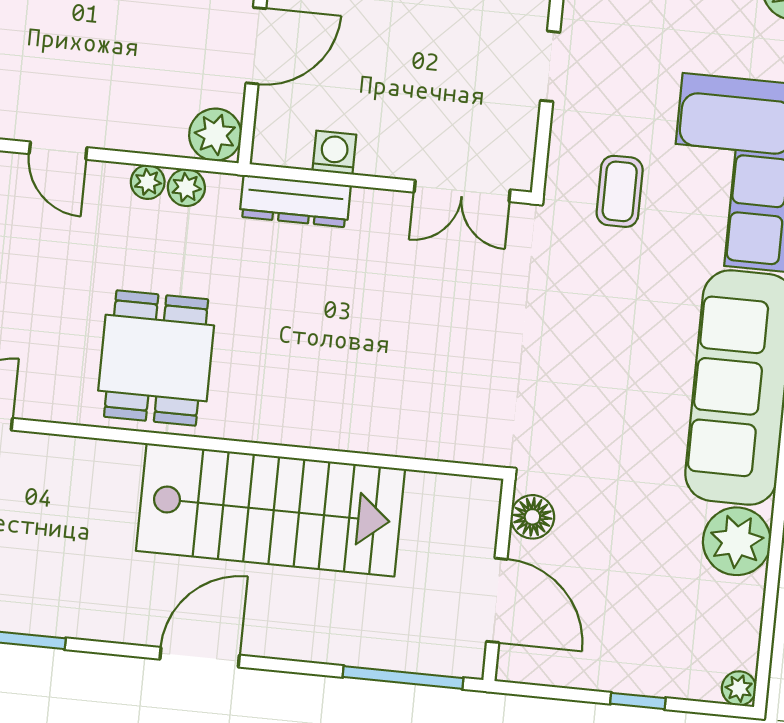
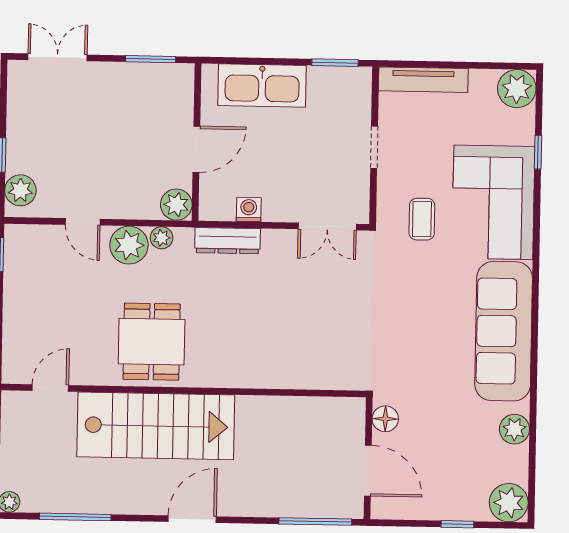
plant: (148, 182) -> (129, 245), width x1.88, depth x1.88
stairs: (270, 510) -> (156, 426), moved
plant: (737, 541) -> (514, 429), width x0.73, depth x0.73
plant: (739, 688) -> (509, 503), width x1.87, depth x1.87

